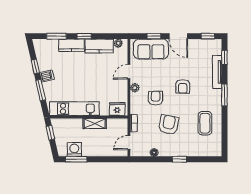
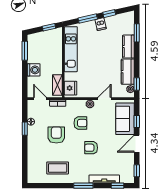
window: (84, 36) -> (137, 84), moved
door: (129, 72) -> (104, 99), hinge flipped
shelving: (95, 124) -> (57, 85), moved
armchair: (169, 125) -> (56, 135), turned -101
washing machine: (74, 150) -> (34, 70), moved
window: (179, 159) -> (25, 129), moved

